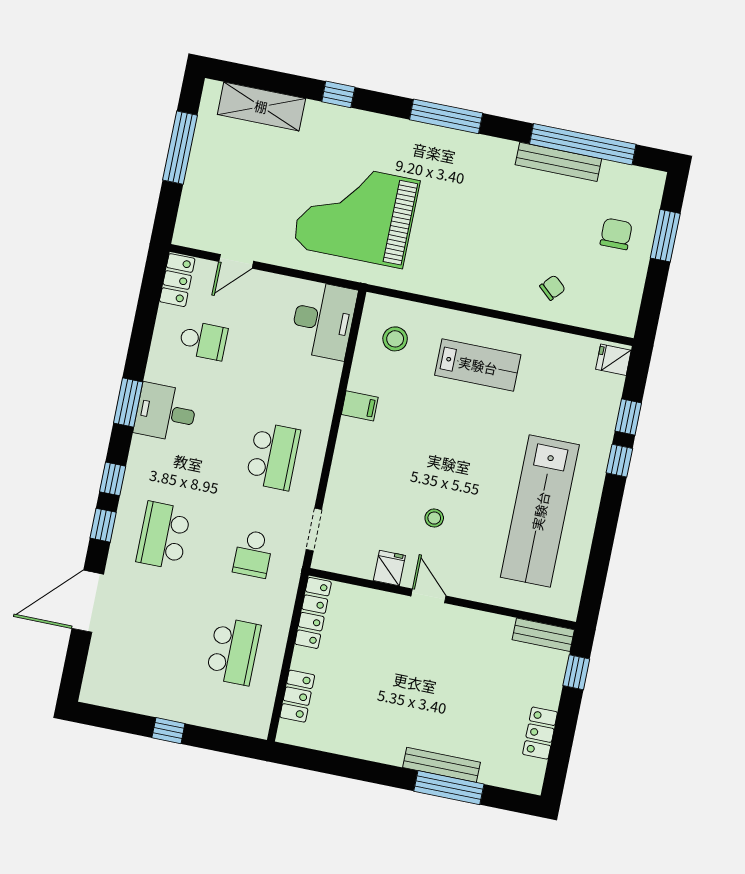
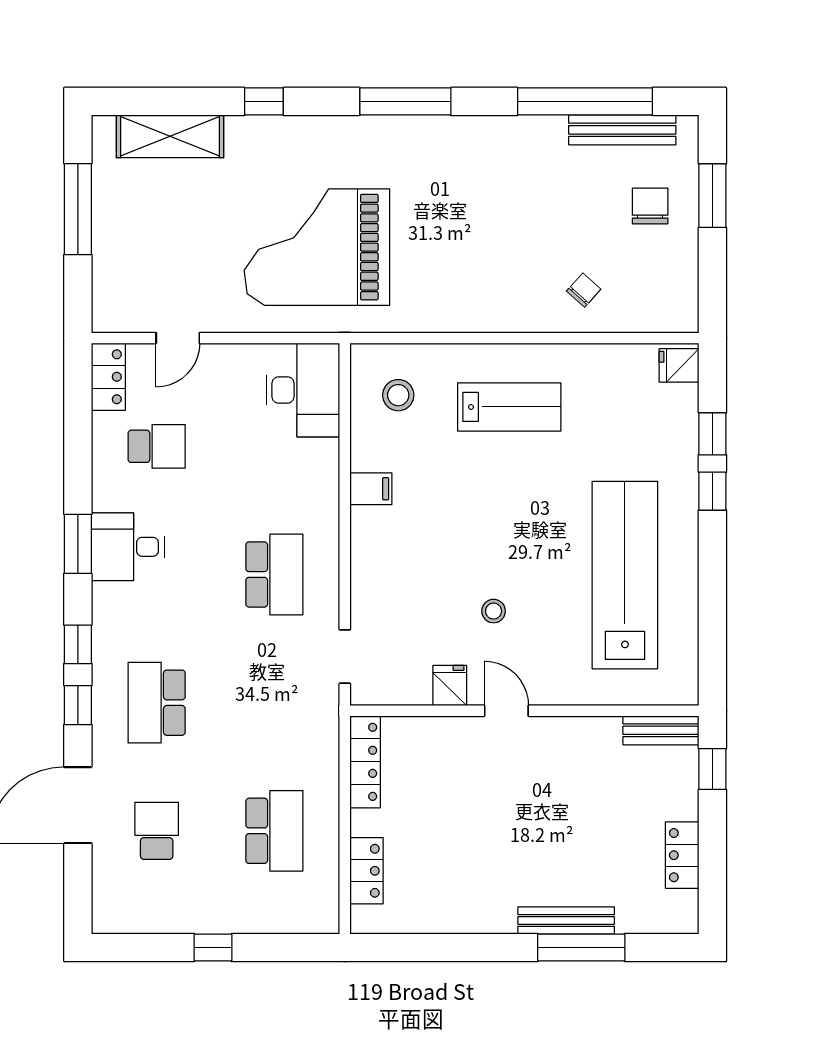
bench: (558, 162) -> (622, 130), moved
lab bench: (540, 511) -> (625, 575), turned 180
school desk: (253, 554) -> (157, 831), moved, turned 180

